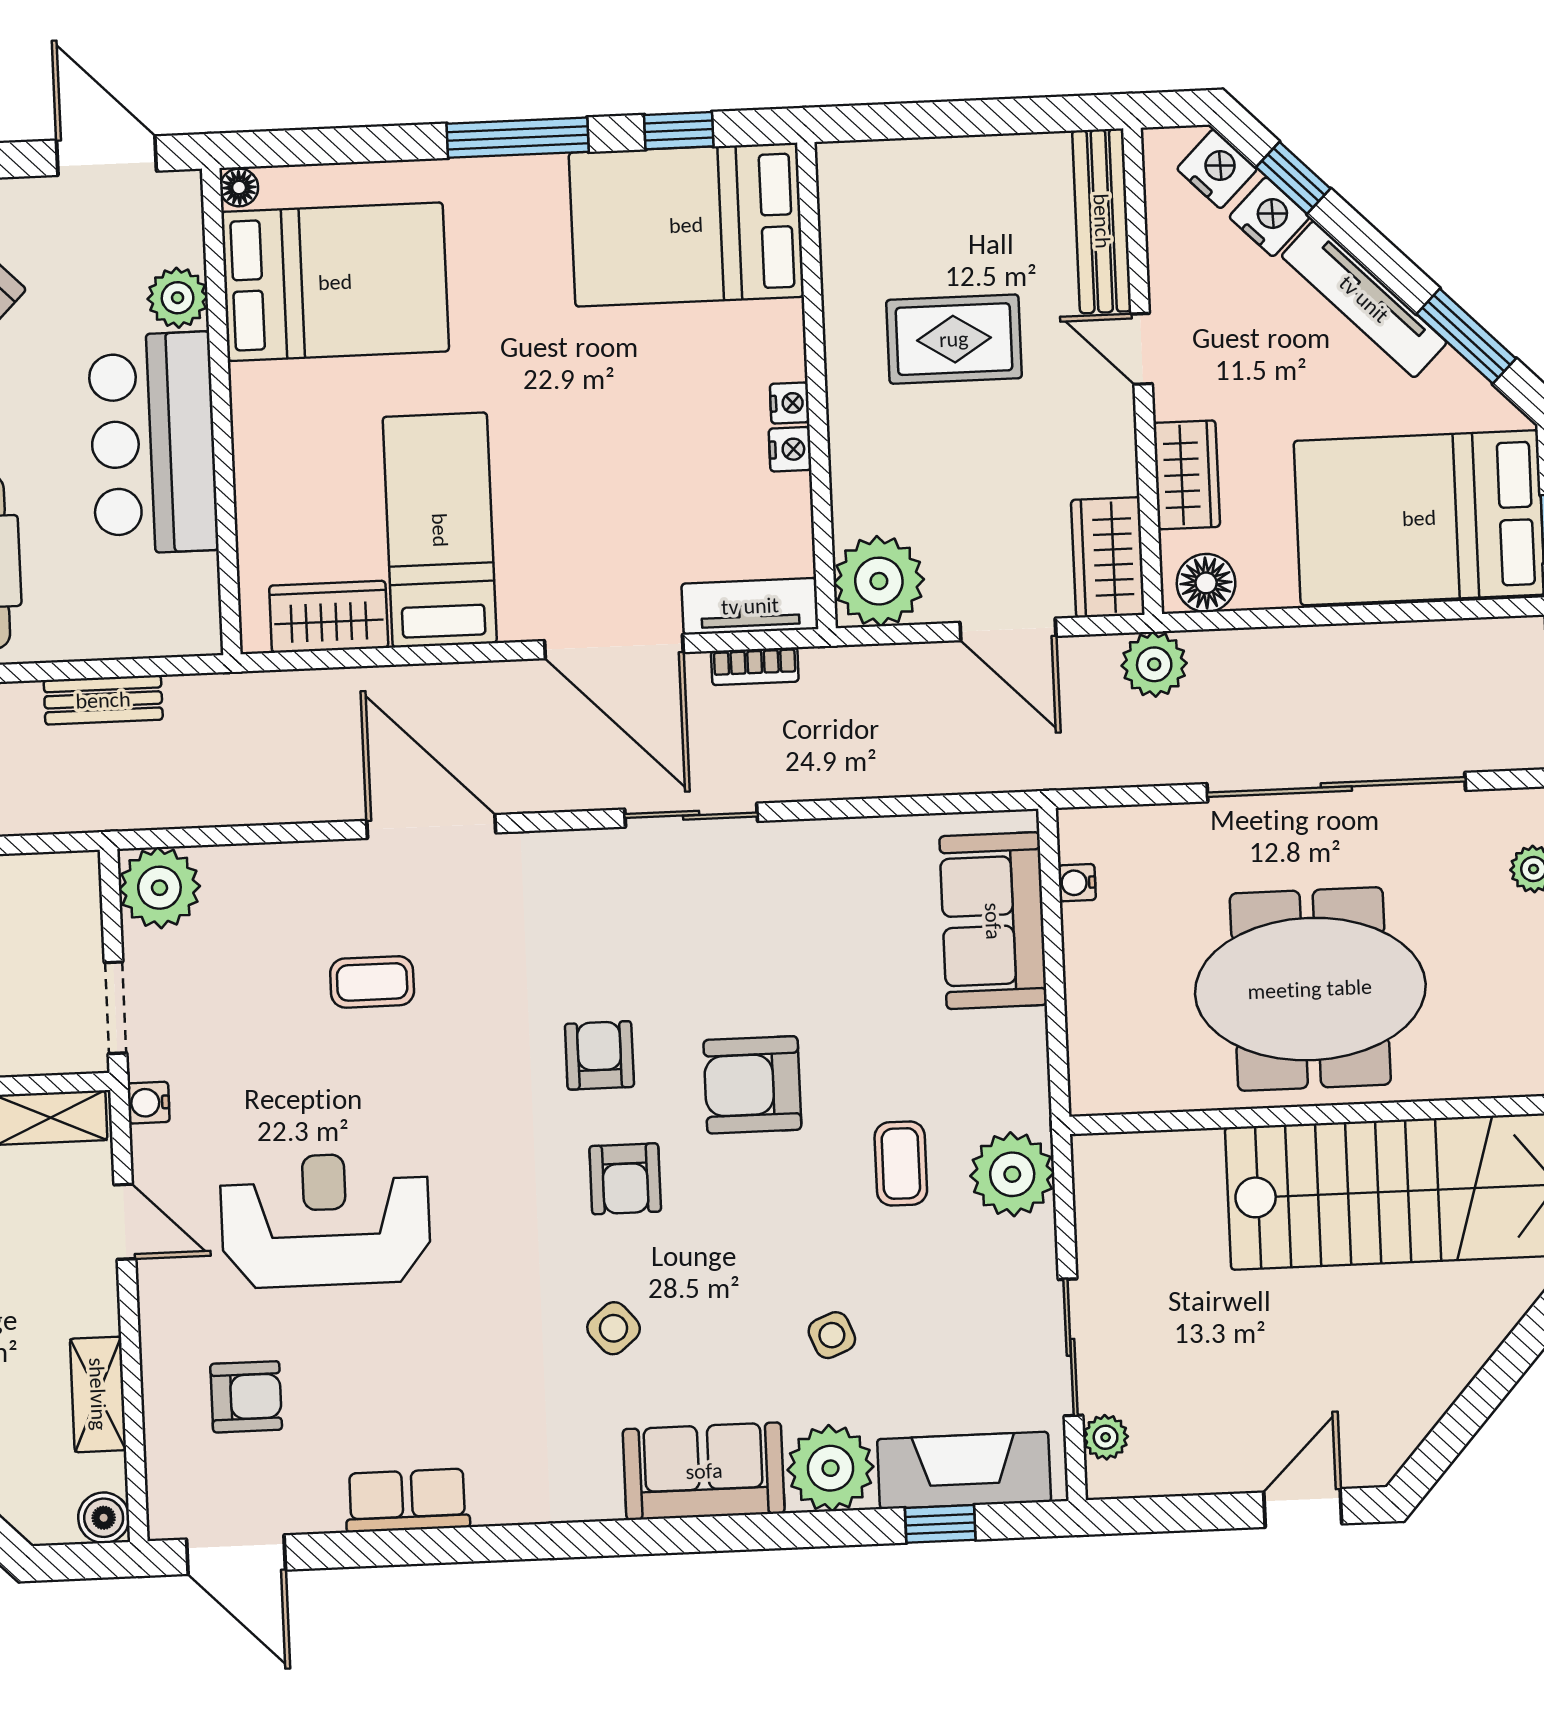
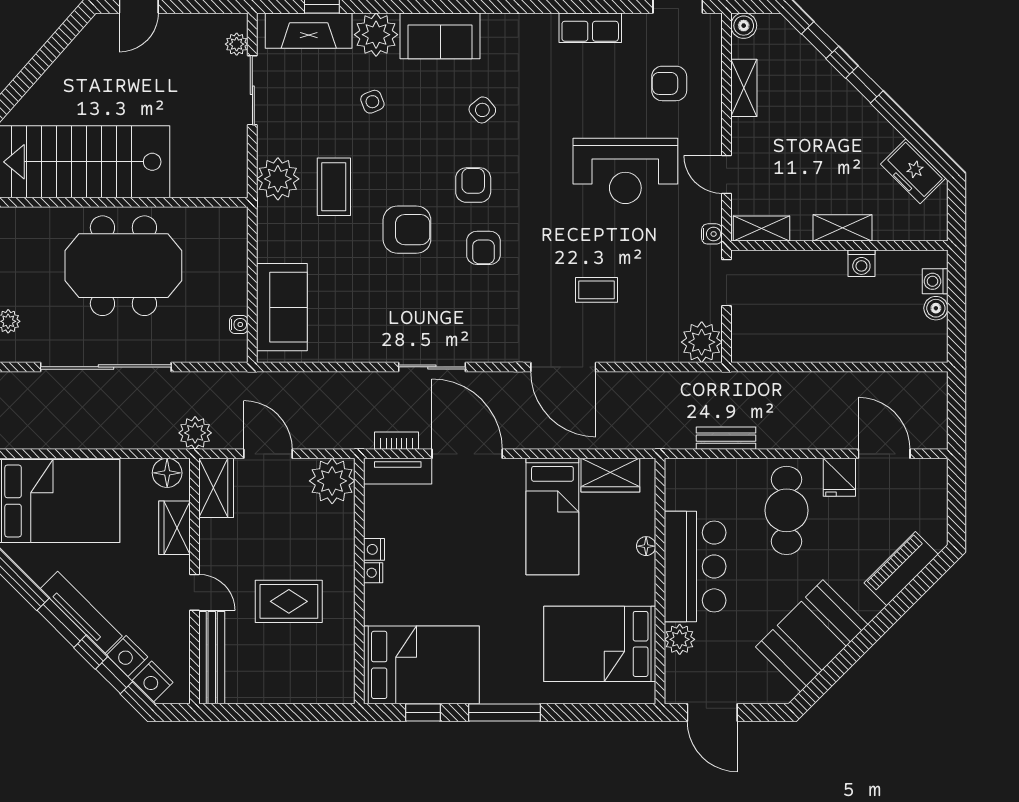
floor lamp: (239, 187) -> (646, 546), moved
window: (1466, 336) -> (62, 623), moved
coffee table: (901, 1163) -> (334, 187), width x1.36, depth x1.30

